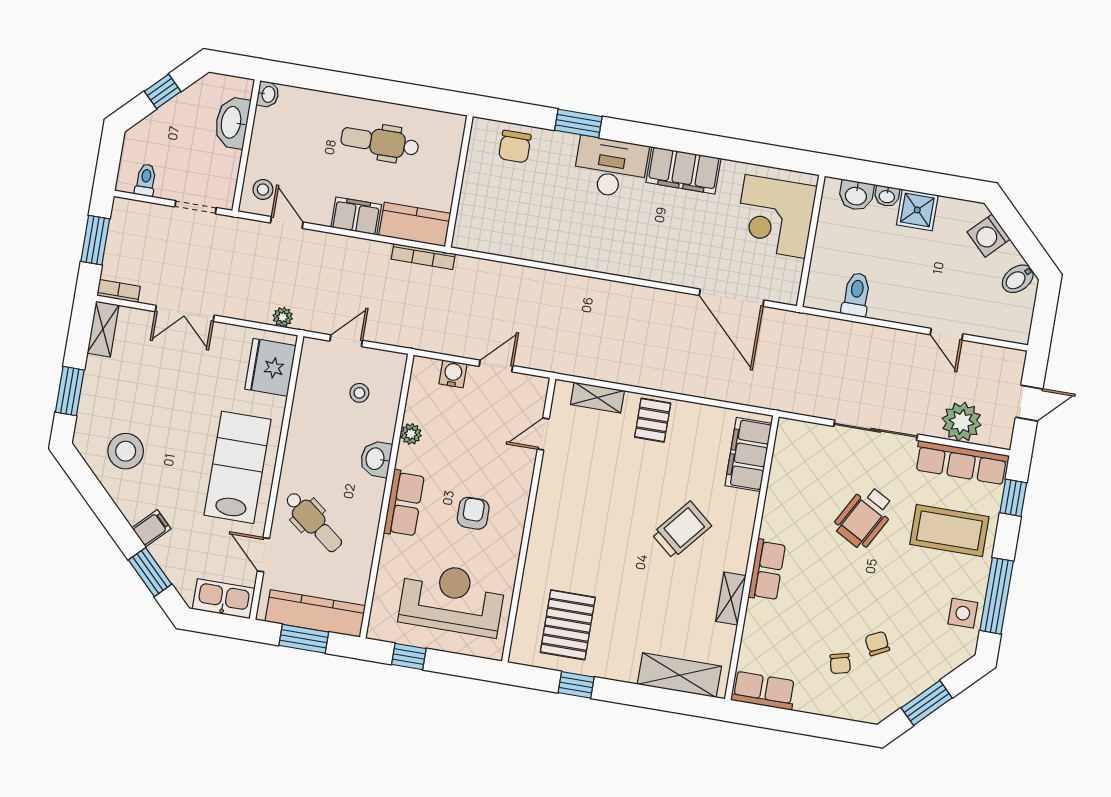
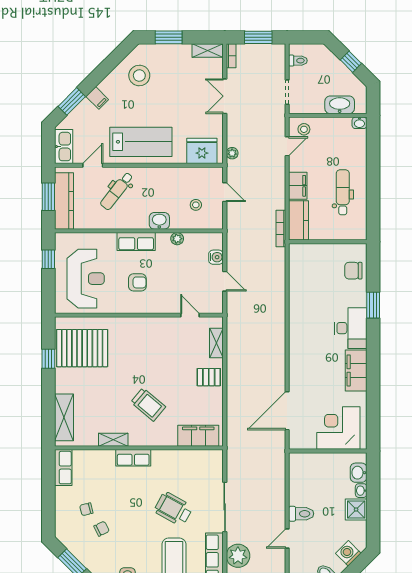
toilet: (856, 295) -> (301, 514), moved
pallet: (568, 625) -> (82, 348), width x1.37, depth x1.41

